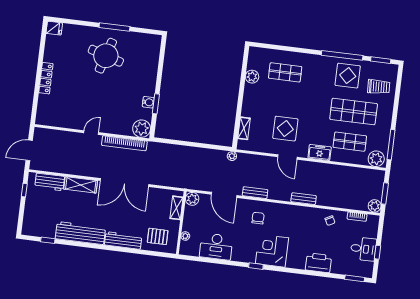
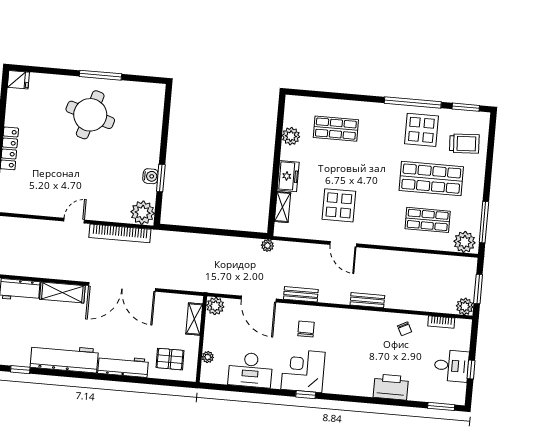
freezer: (320, 152) -> (288, 176), moved, turned 90
corner desk: (272, 251) -> (303, 371), moved

